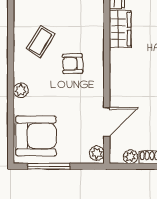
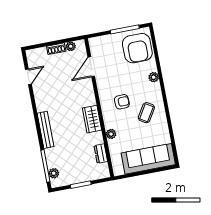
wardrobe: (120, 29) -> (92, 119), moved
armchair: (36, 136) -> (137, 48), turned -90
plant: (97, 153) -> (111, 134), moved

